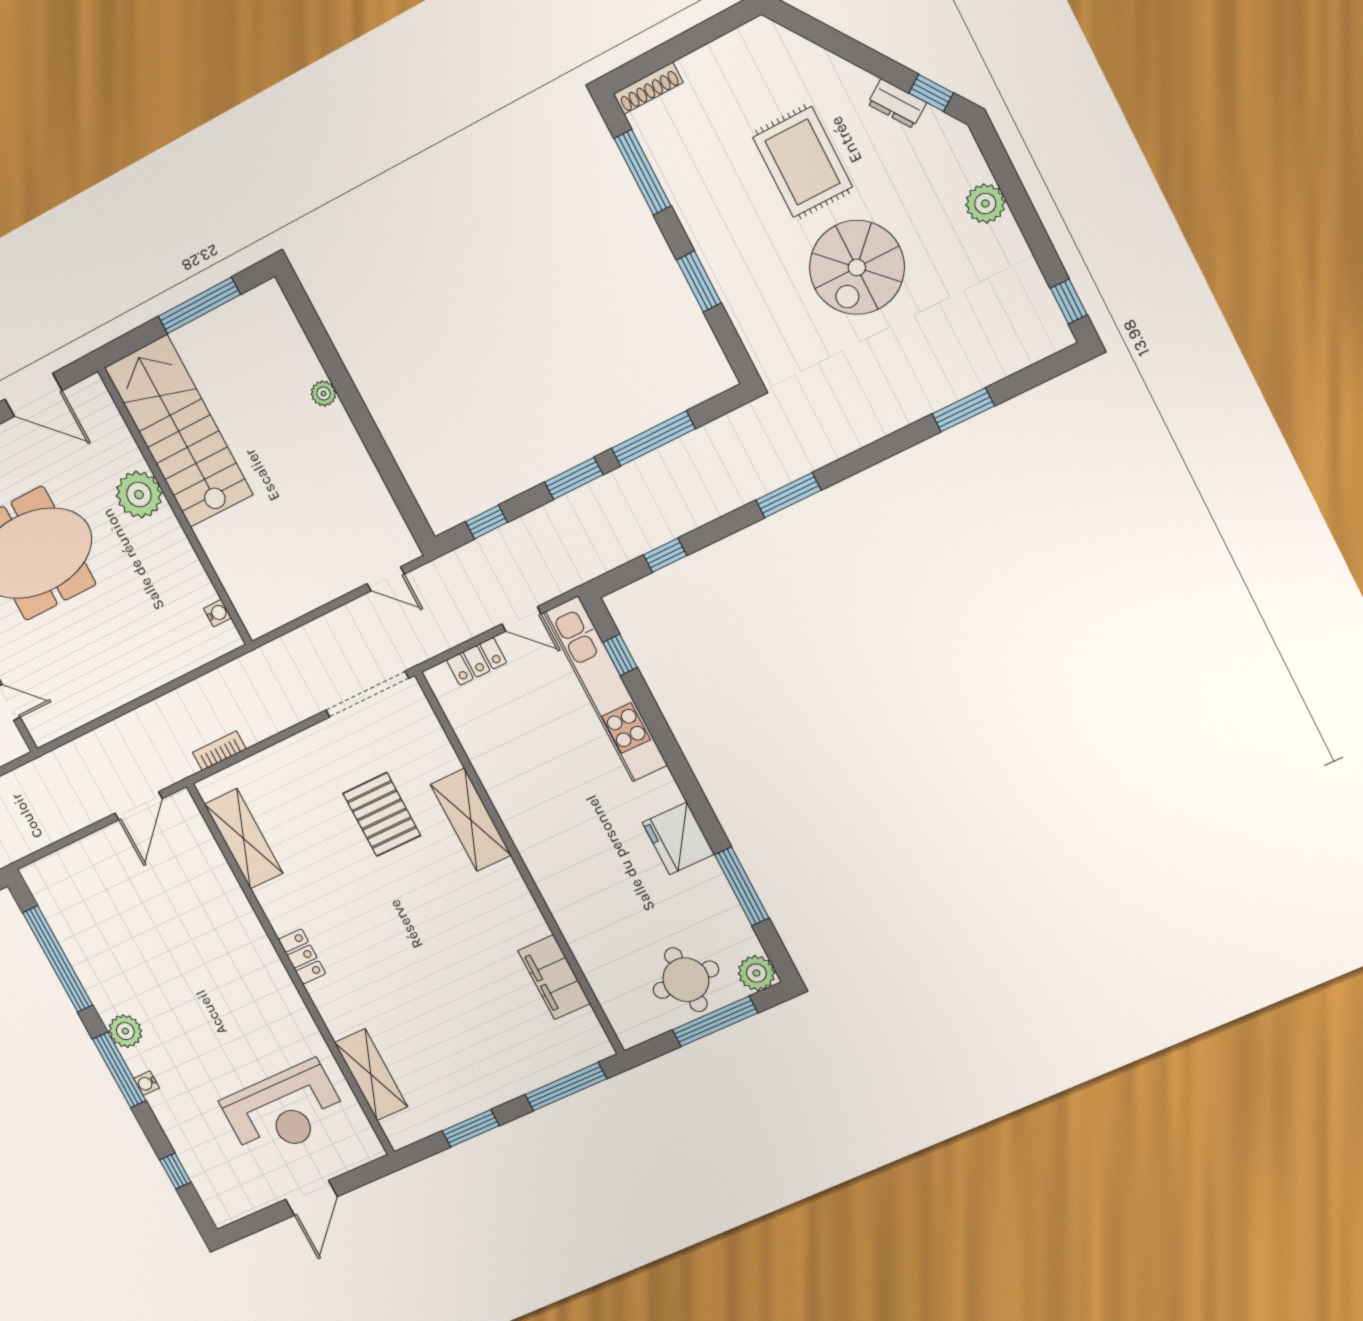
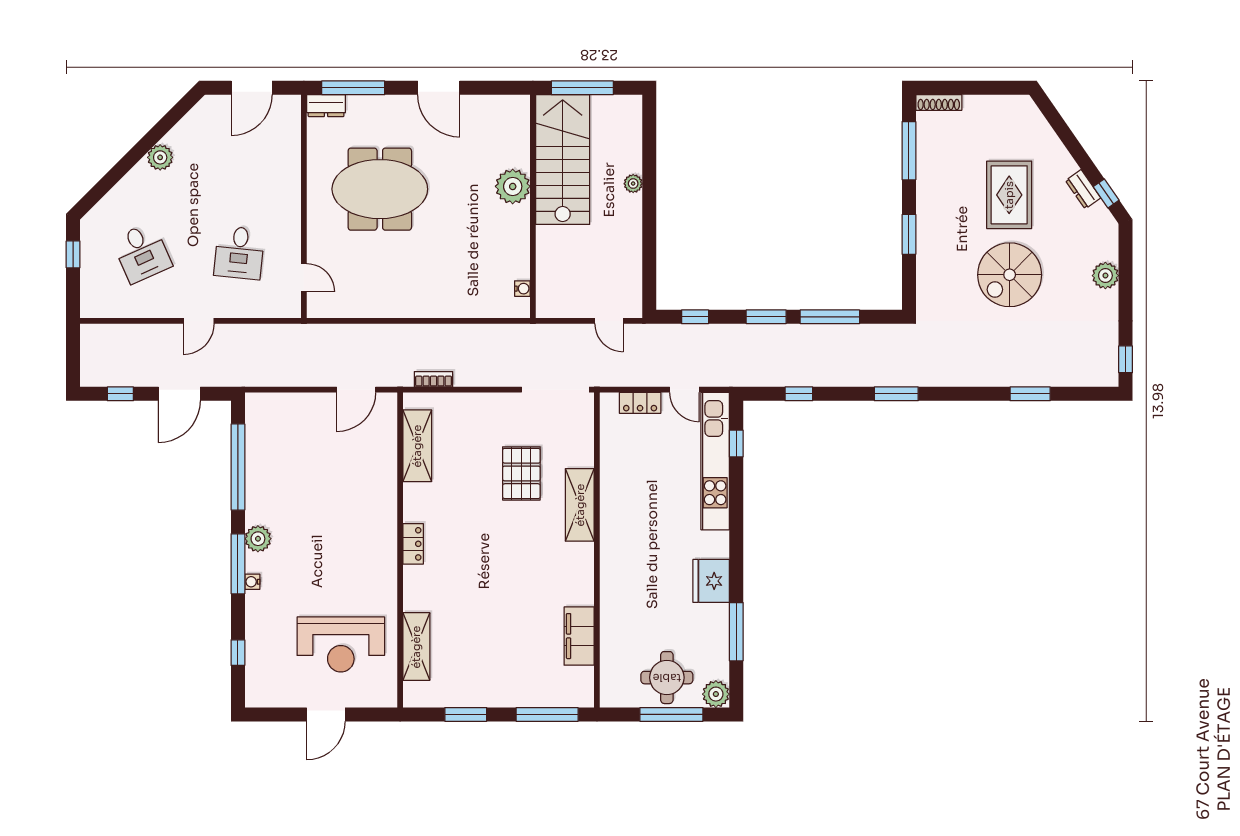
stairs: (179, 431) -> (563, 160), moved
plant: (139, 495) -> (513, 186), moved
wall: (175, 507) -> (533, 206), moved
water cooler: (217, 613) -> (522, 289), moved

